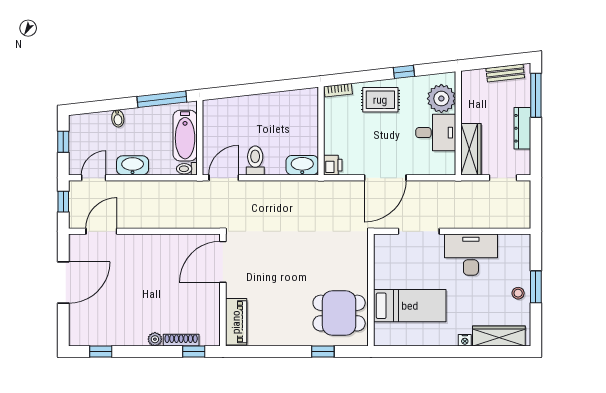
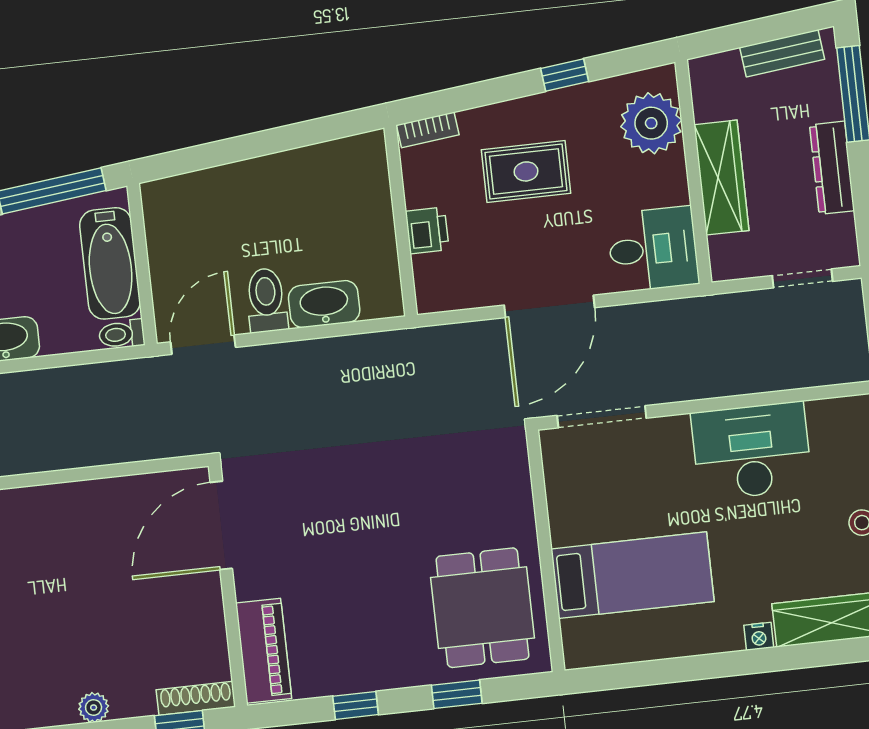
rug: (380, 100) -> (526, 171), moved
desk: (436, 133) -> (653, 249), moved
wardrobe: (471, 149) -> (721, 178), moved
washbasin: (302, 165) -> (324, 304), moved
printer: (333, 165) -> (427, 230), moved
doorway: (419, 231) -> (602, 417), moved
dining table: (339, 313) -> (482, 608), turned 90
shoe rack: (181, 340) -> (196, 698), moved
window: (276, 352) -> (356, 705), added

